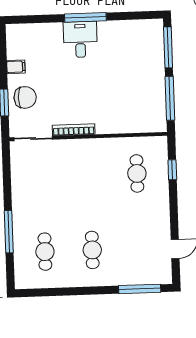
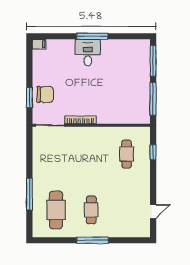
filing cabinet: (16, 67) -> (39, 44), moved
cafe table: (45, 252) -> (56, 210), width x1.37, depth x1.35
window: (140, 289) -> (93, 240), moved

